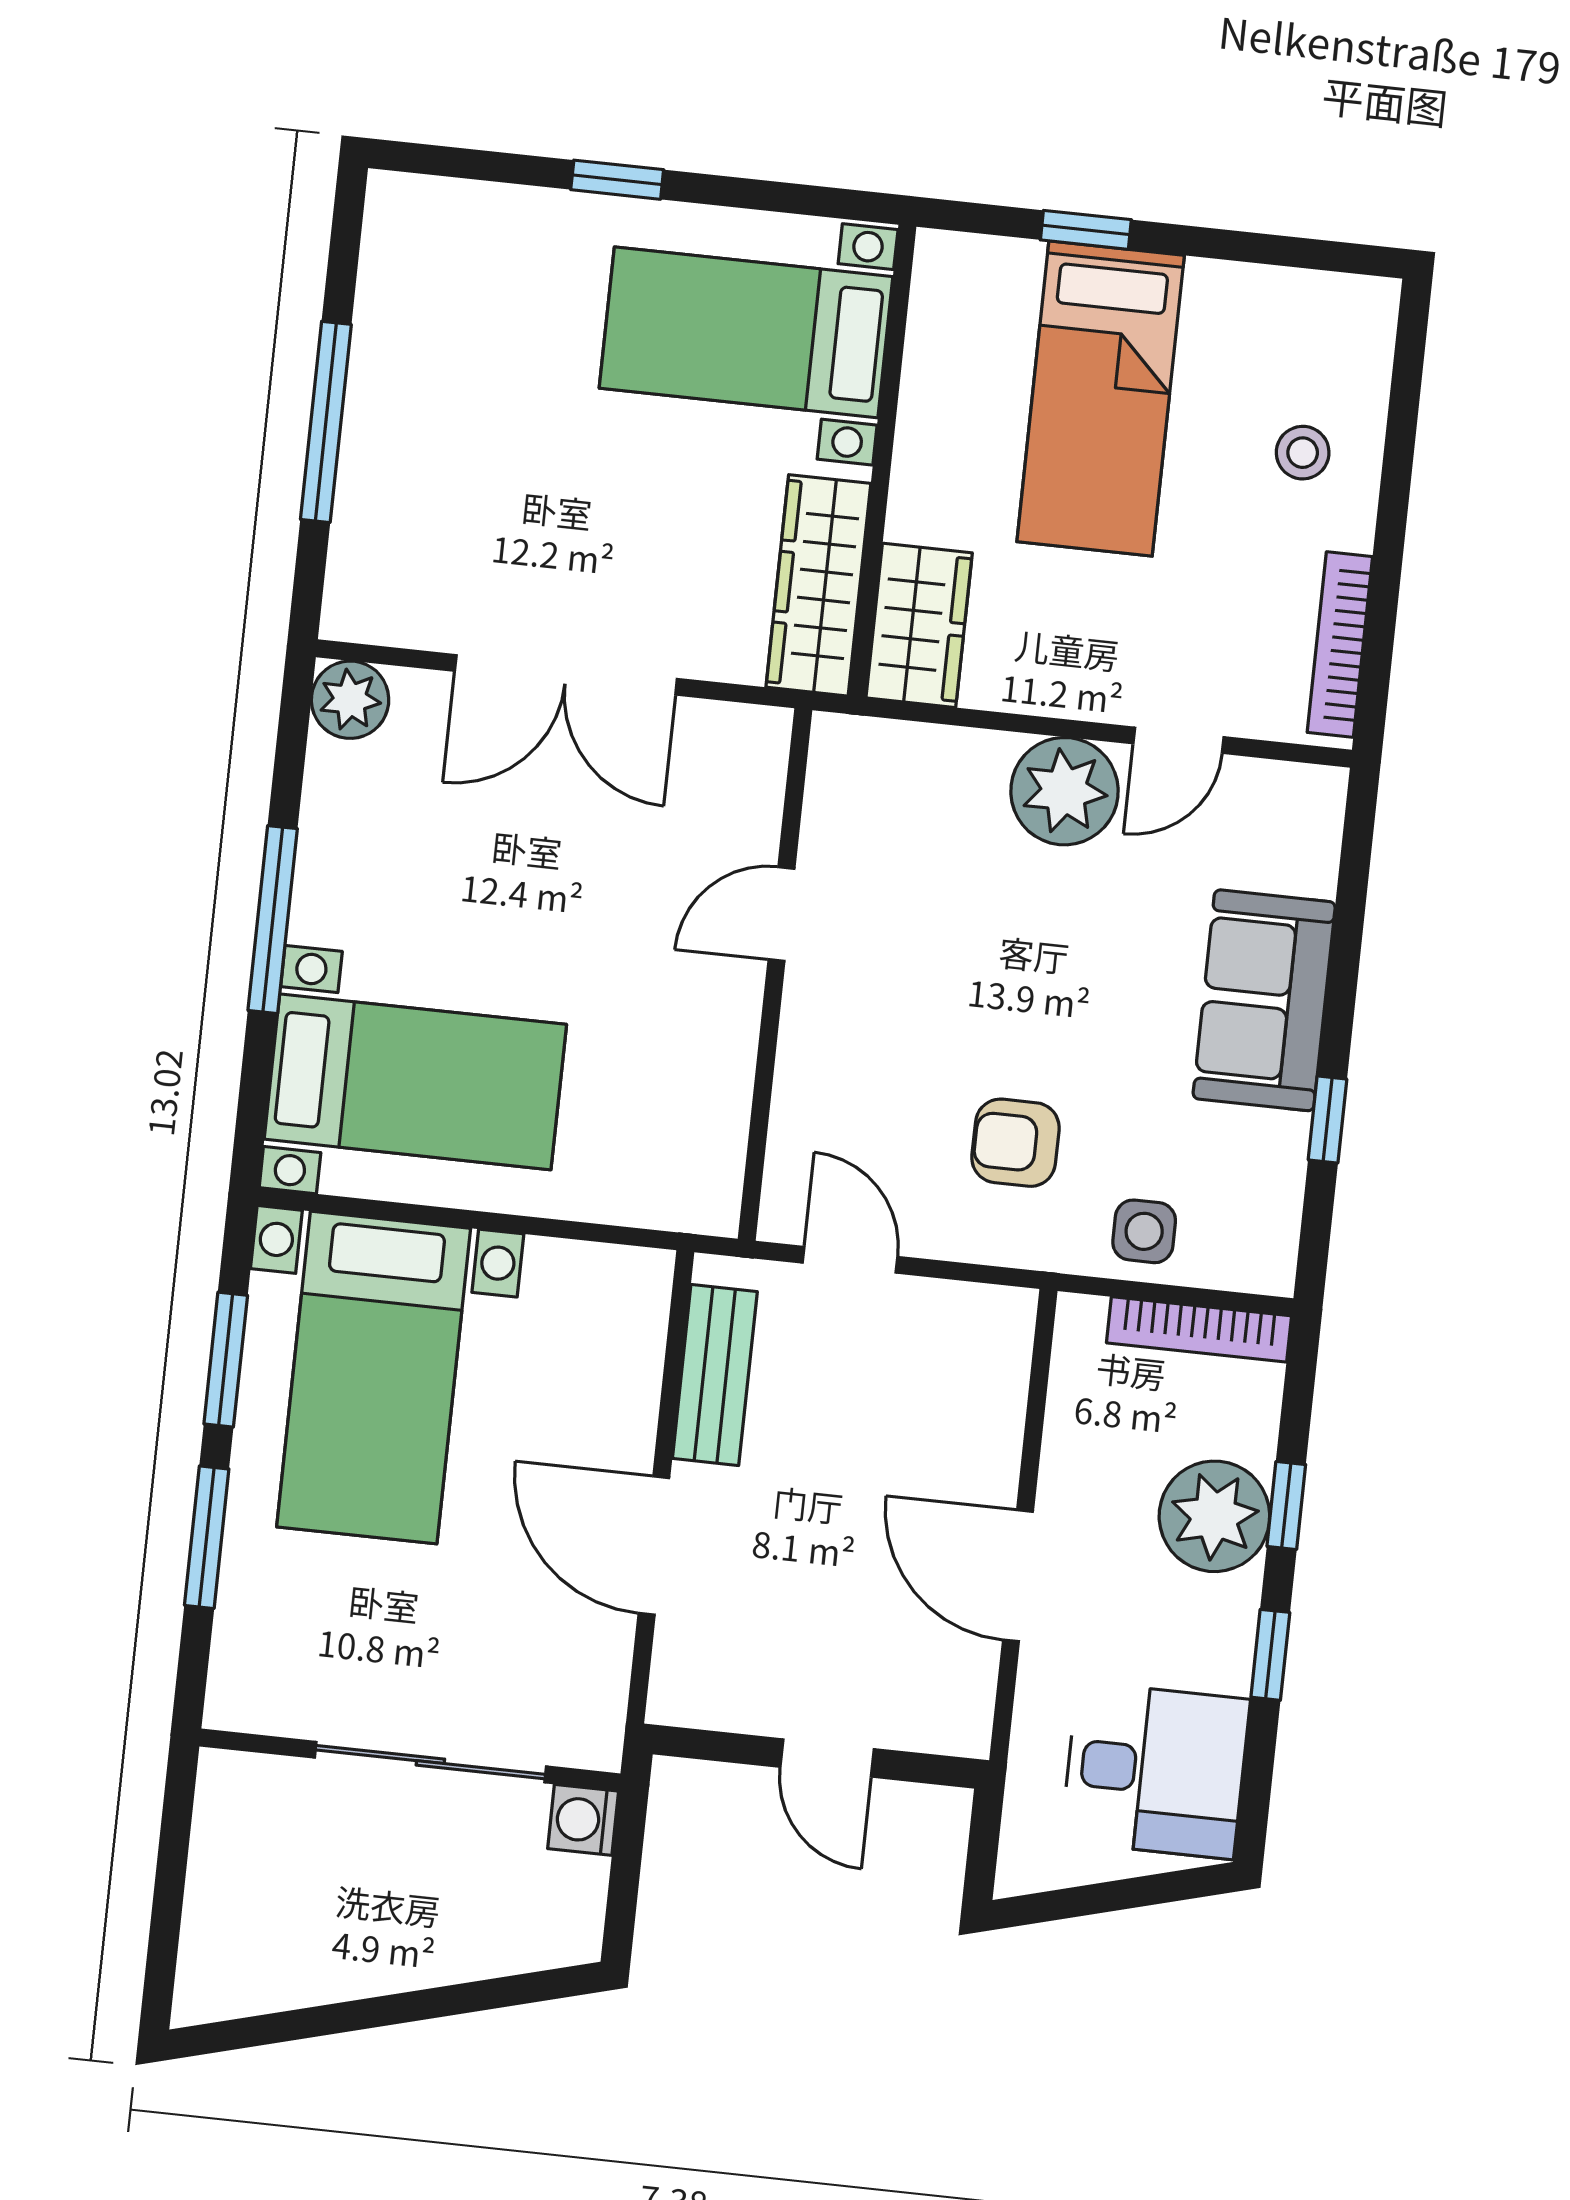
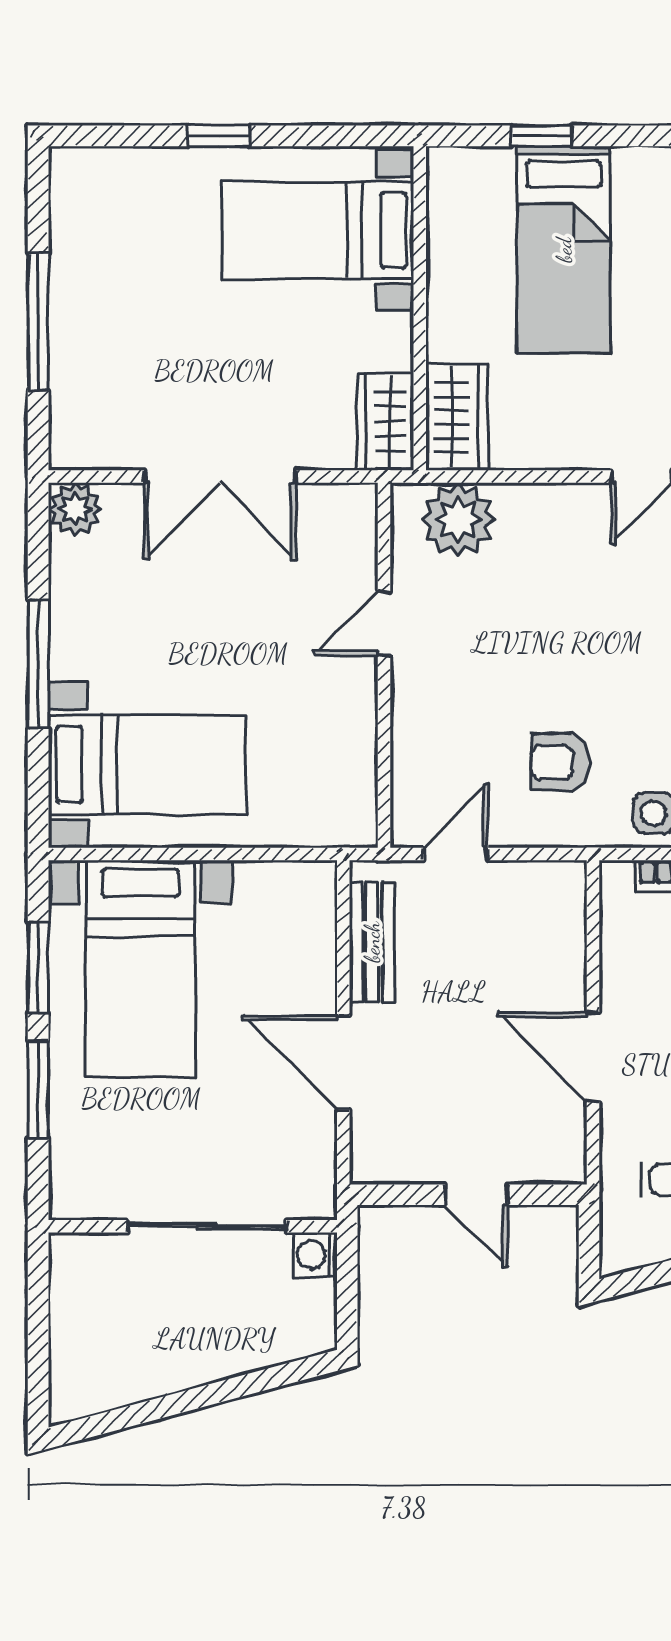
wardrobe: (818, 585) -> (385, 422), width x0.67
plant: (1064, 791) -> (458, 519), moved
door: (850, 1260) -> (456, 854), hinge flipped

